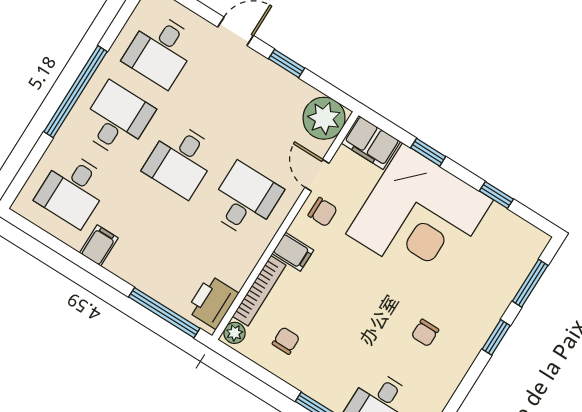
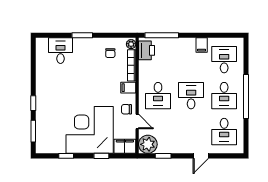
desk: (160, 50) -> (224, 132), turned 180
window: (287, 63) -> (163, 156), moved
chair: (425, 333) -> (61, 88), removed

